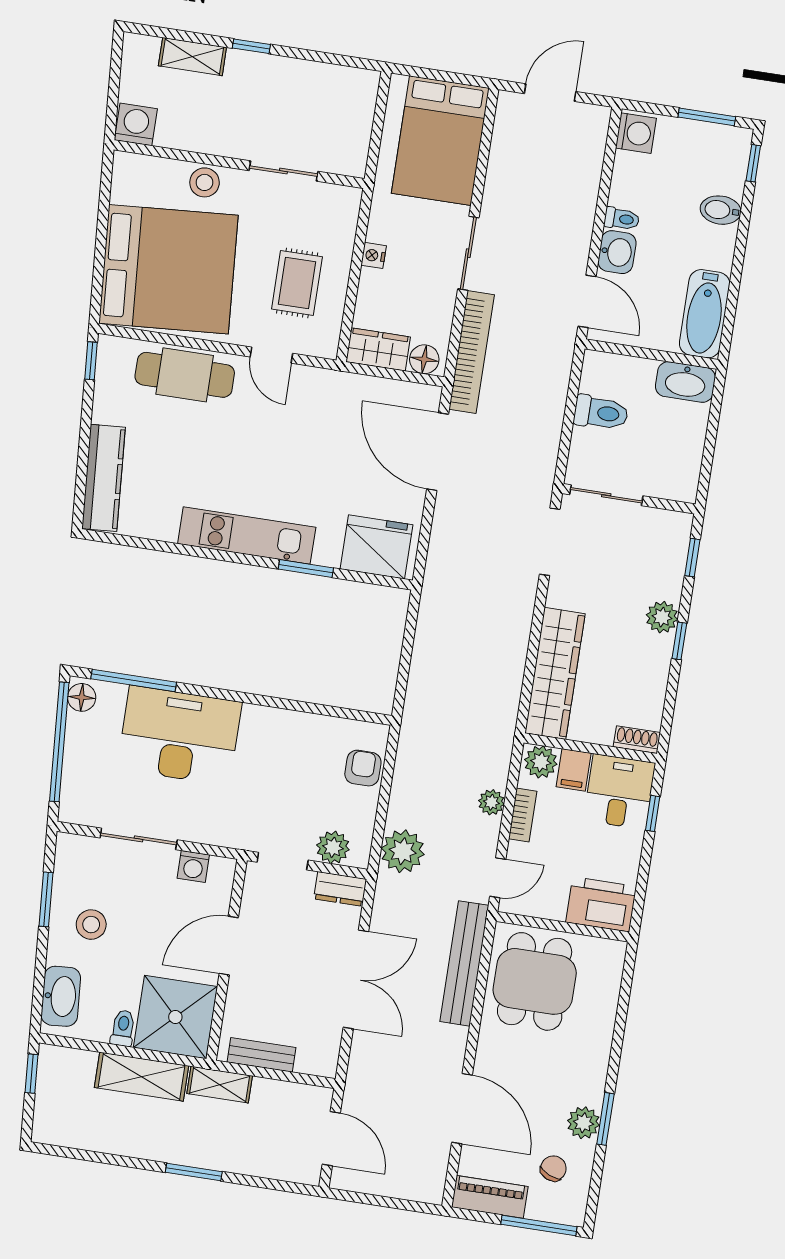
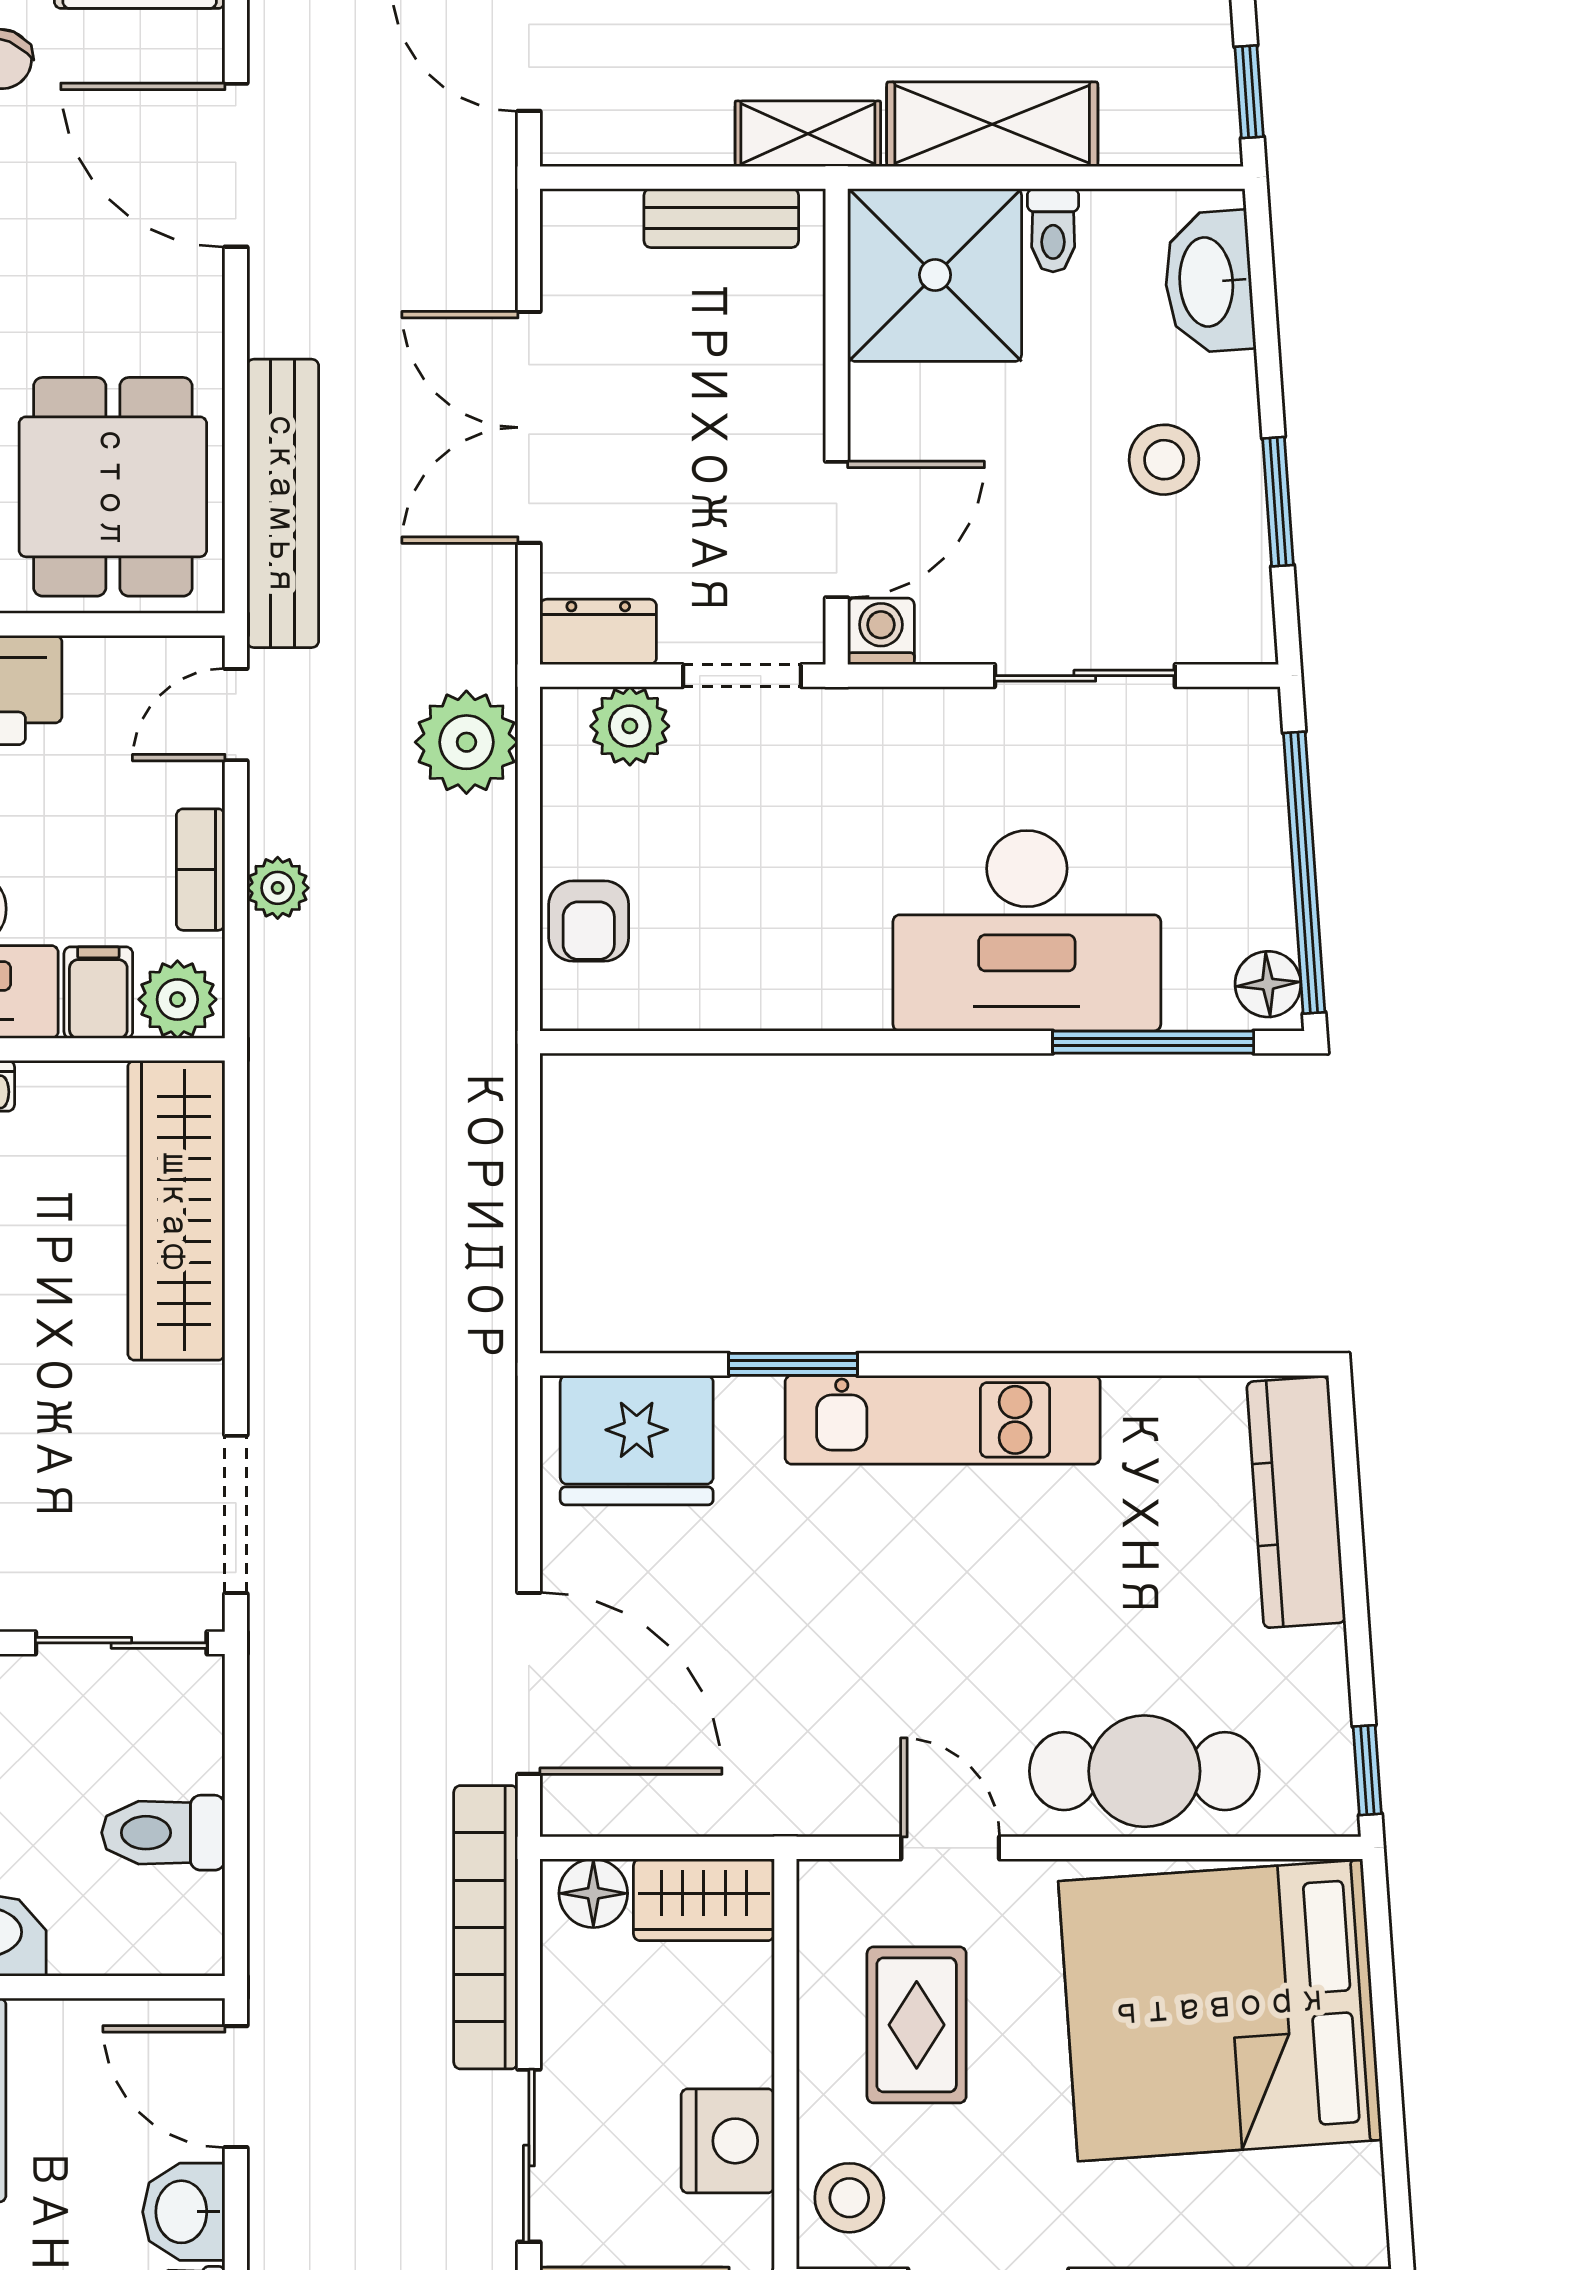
stool: (205, 182) -> (849, 2198), moved
nightstand: (374, 255) -> (728, 2141), width x1.89, depth x1.79
washing machine: (193, 866) -> (881, 631), moved
door: (229, 946) -> (837, 530), moved

